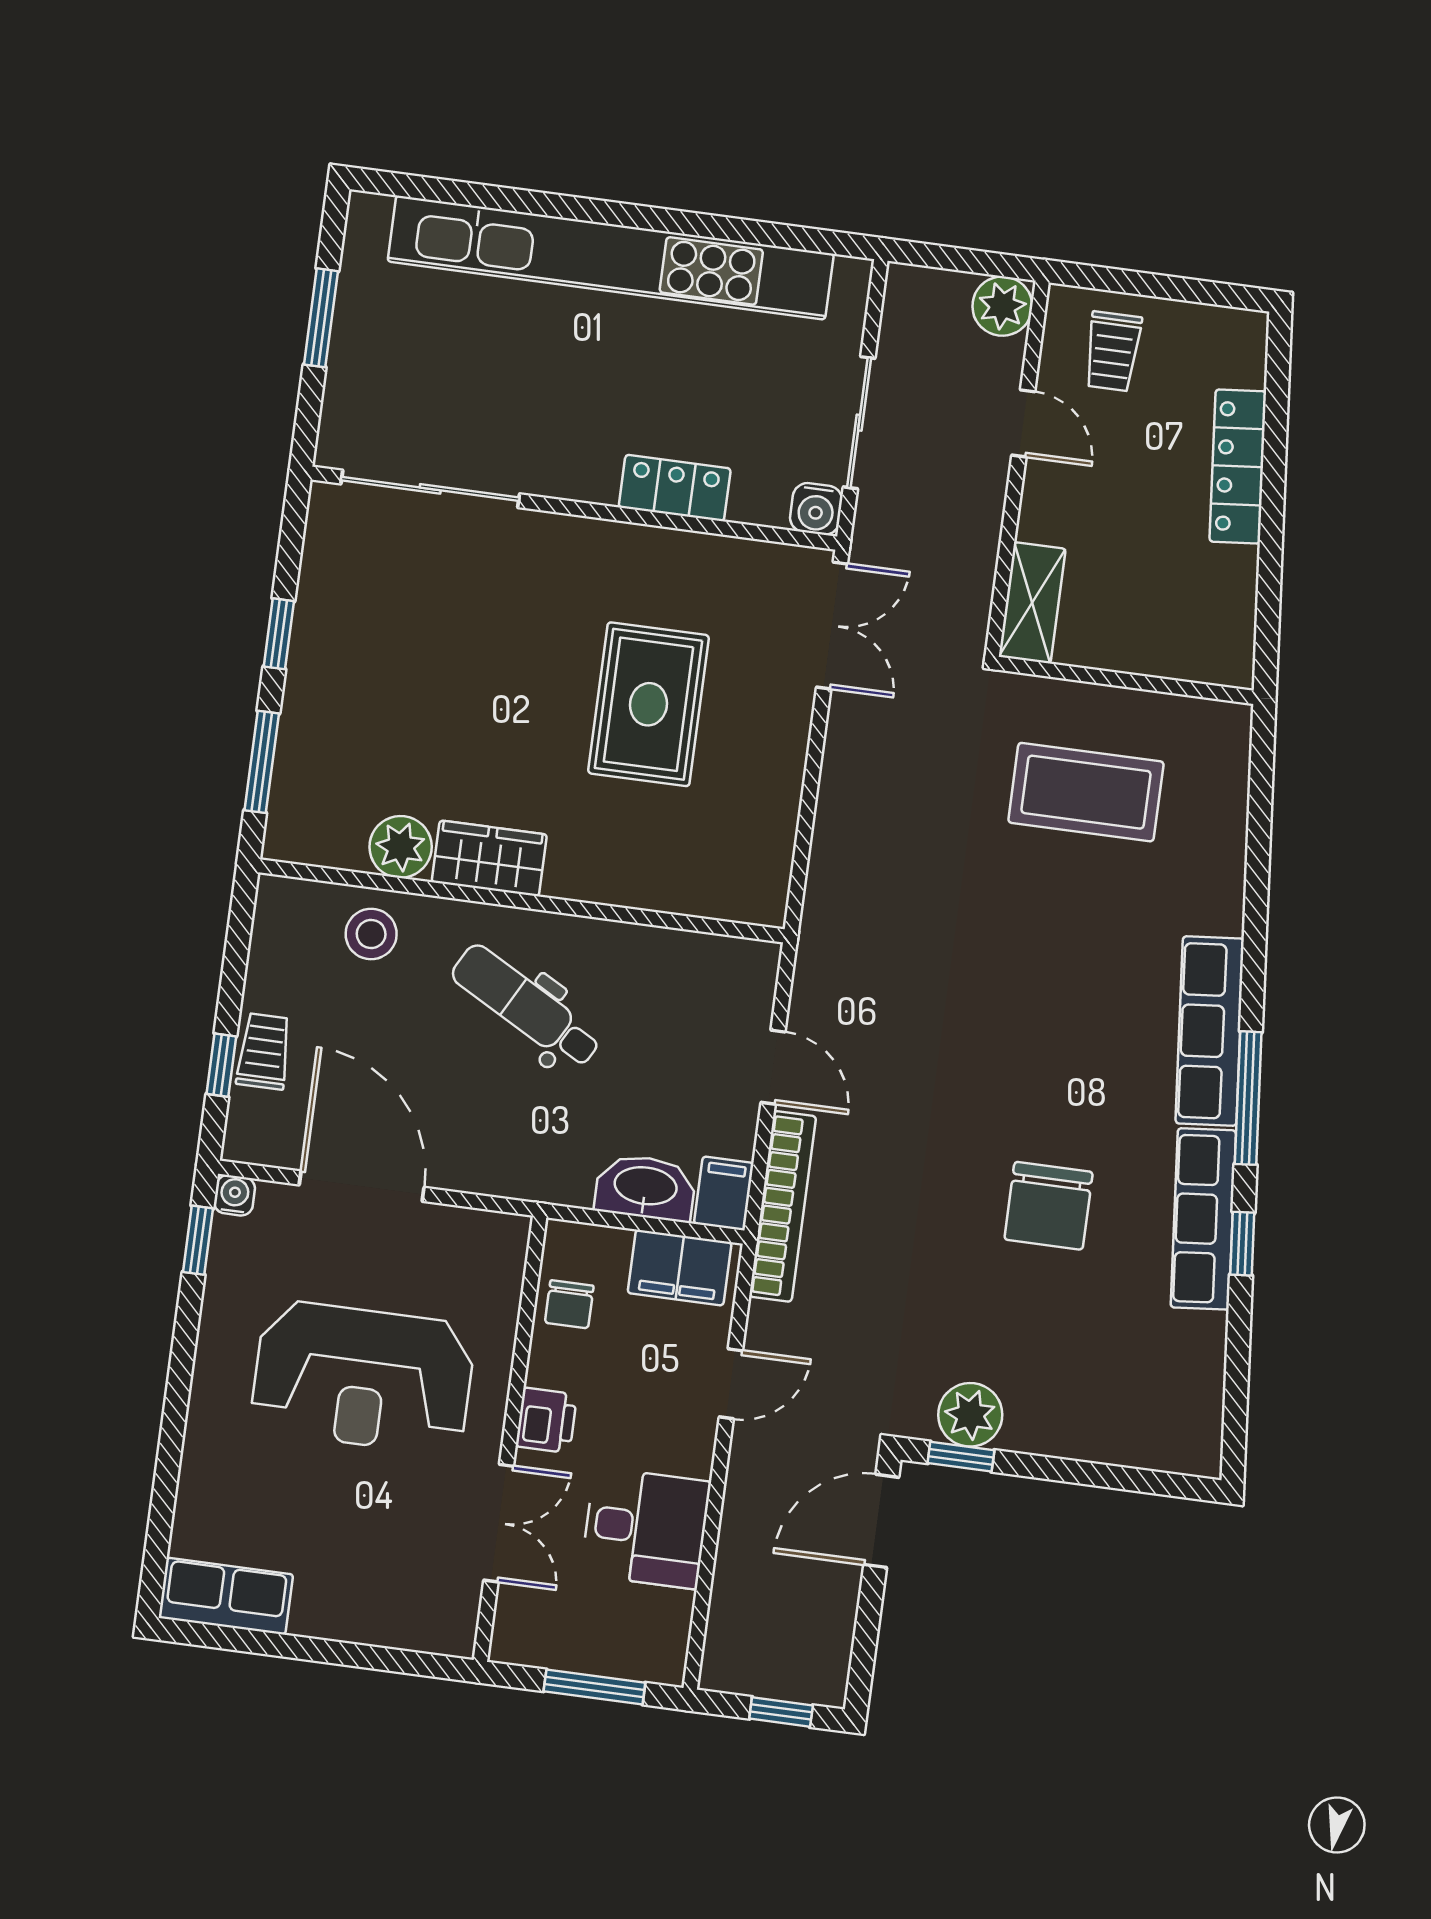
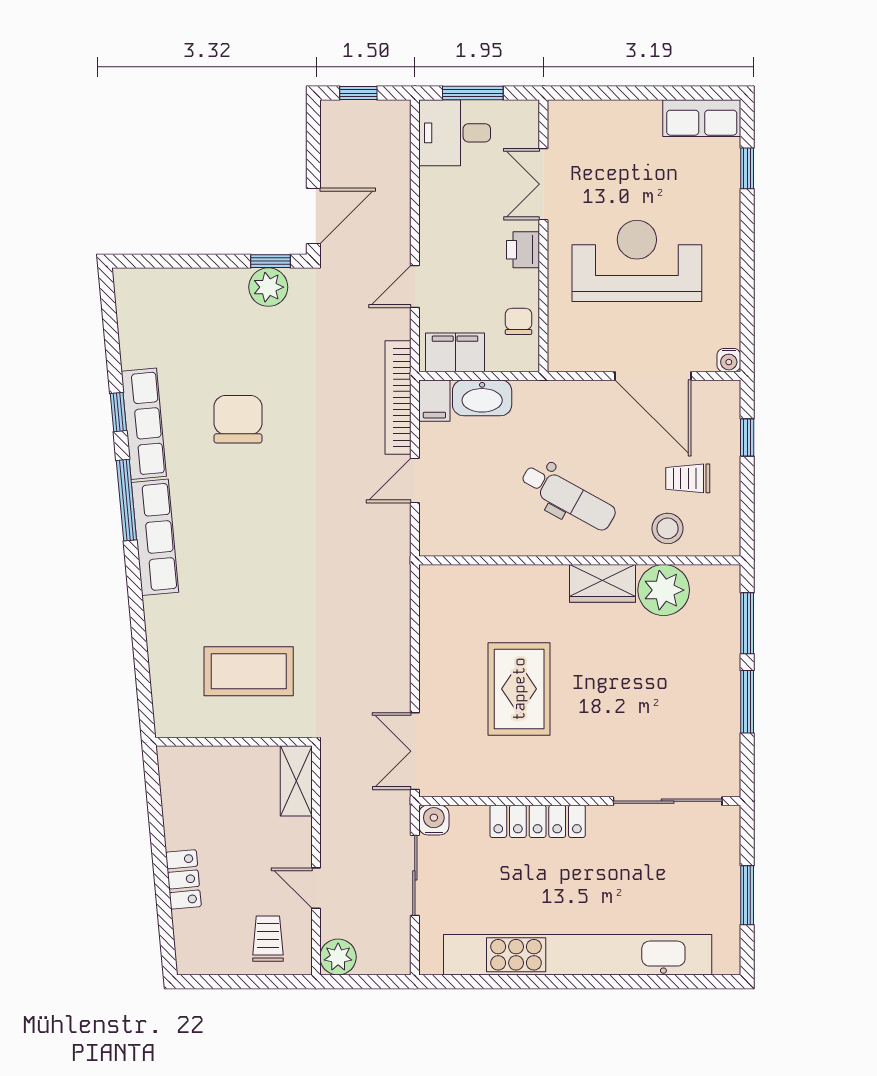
locker: (1238, 466) -> (183, 879), width x0.66
locker: (675, 488) -> (538, 821), width x1.53
window: (279, 634) -> (747, 702), width x1.50
plant: (401, 847) -> (664, 590), width x1.36, depth x1.36
trolley: (264, 1051) -> (688, 478), moved, turned 90
door: (773, 1067) -> (415, 481), hinge flipped
window: (198, 1240) -> (747, 168), moved
desk: (646, 1528) -> (455, 133), moved

